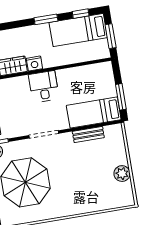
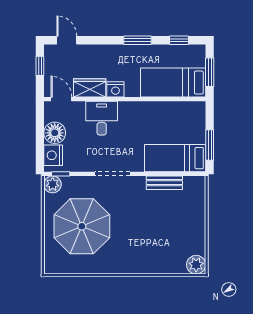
bed: (78, 30) -> (173, 83), moved
desk: (44, 87) -> (102, 118), moved
plant: (122, 174) -> (196, 265), moved

